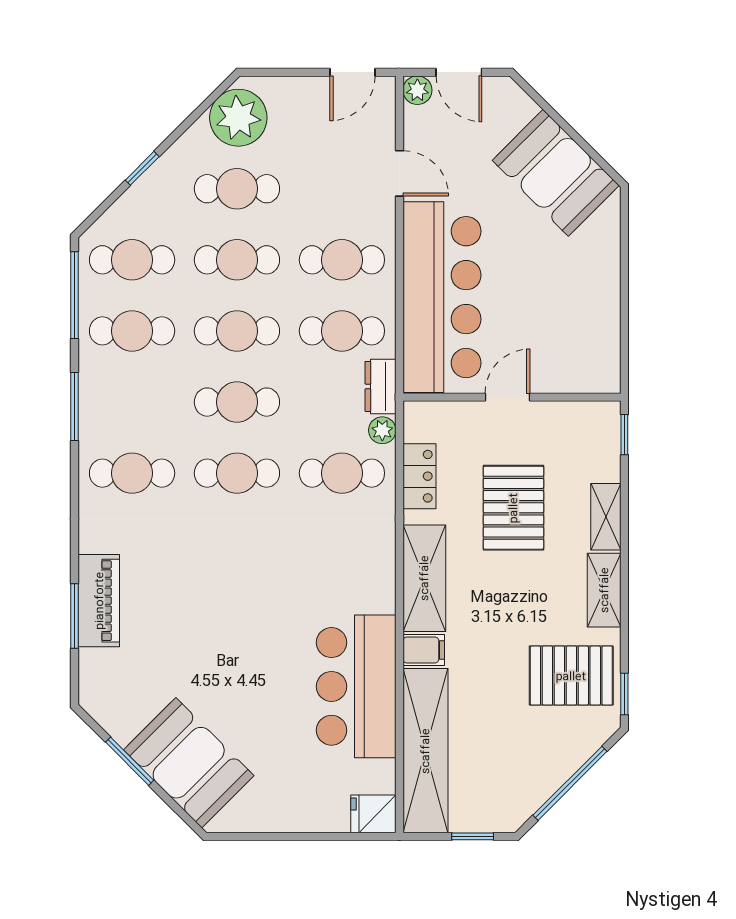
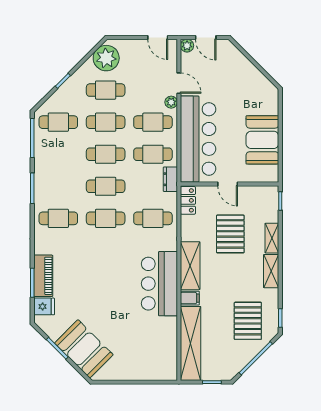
door: (352, 72) -> (158, 38), hinge flipped
booth: (556, 173) -> (262, 140), moved, turned 45
cafe table: (132, 331) -> (58, 154), removed
door: (507, 397) -> (228, 184), swing flipped
plant: (382, 430) -> (171, 102), moved
locker: (419, 476) -> (188, 200), moved
pallet: (571, 676) -> (248, 321), moved, turned 90
bar counter: (356, 686) -> (159, 284), moved
fridge: (373, 814) -> (44, 306), moved, turned 180

